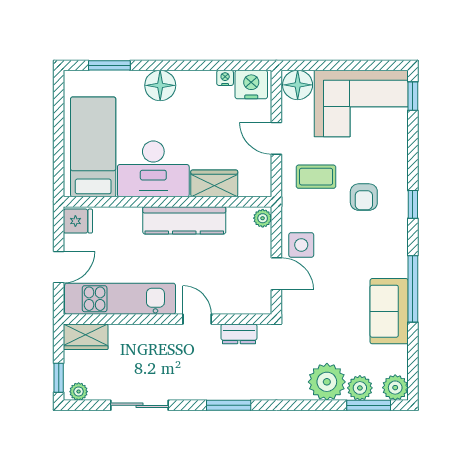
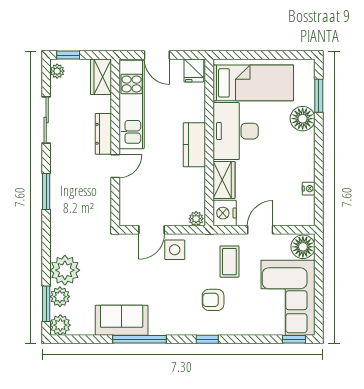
nightstand: (251, 84) -> (225, 213), moved, turned 180
floor lamp: (160, 85) -> (303, 119), moved
kitchen counter: (184, 220) -> (194, 145), width x0.67
dresser: (239, 334) -> (103, 134), moved, width x1.44

